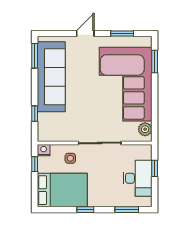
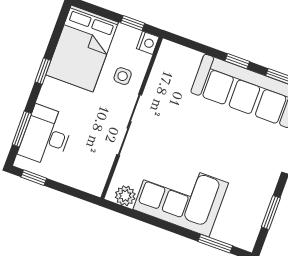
corner sofa: (126, 84) -> (181, 196), width x0.73, depth x0.74
window: (35, 114) -> (237, 61), moved
window: (155, 168) -> (34, 178), moved
desk: (138, 178) -> (46, 136), moved, turned 90

